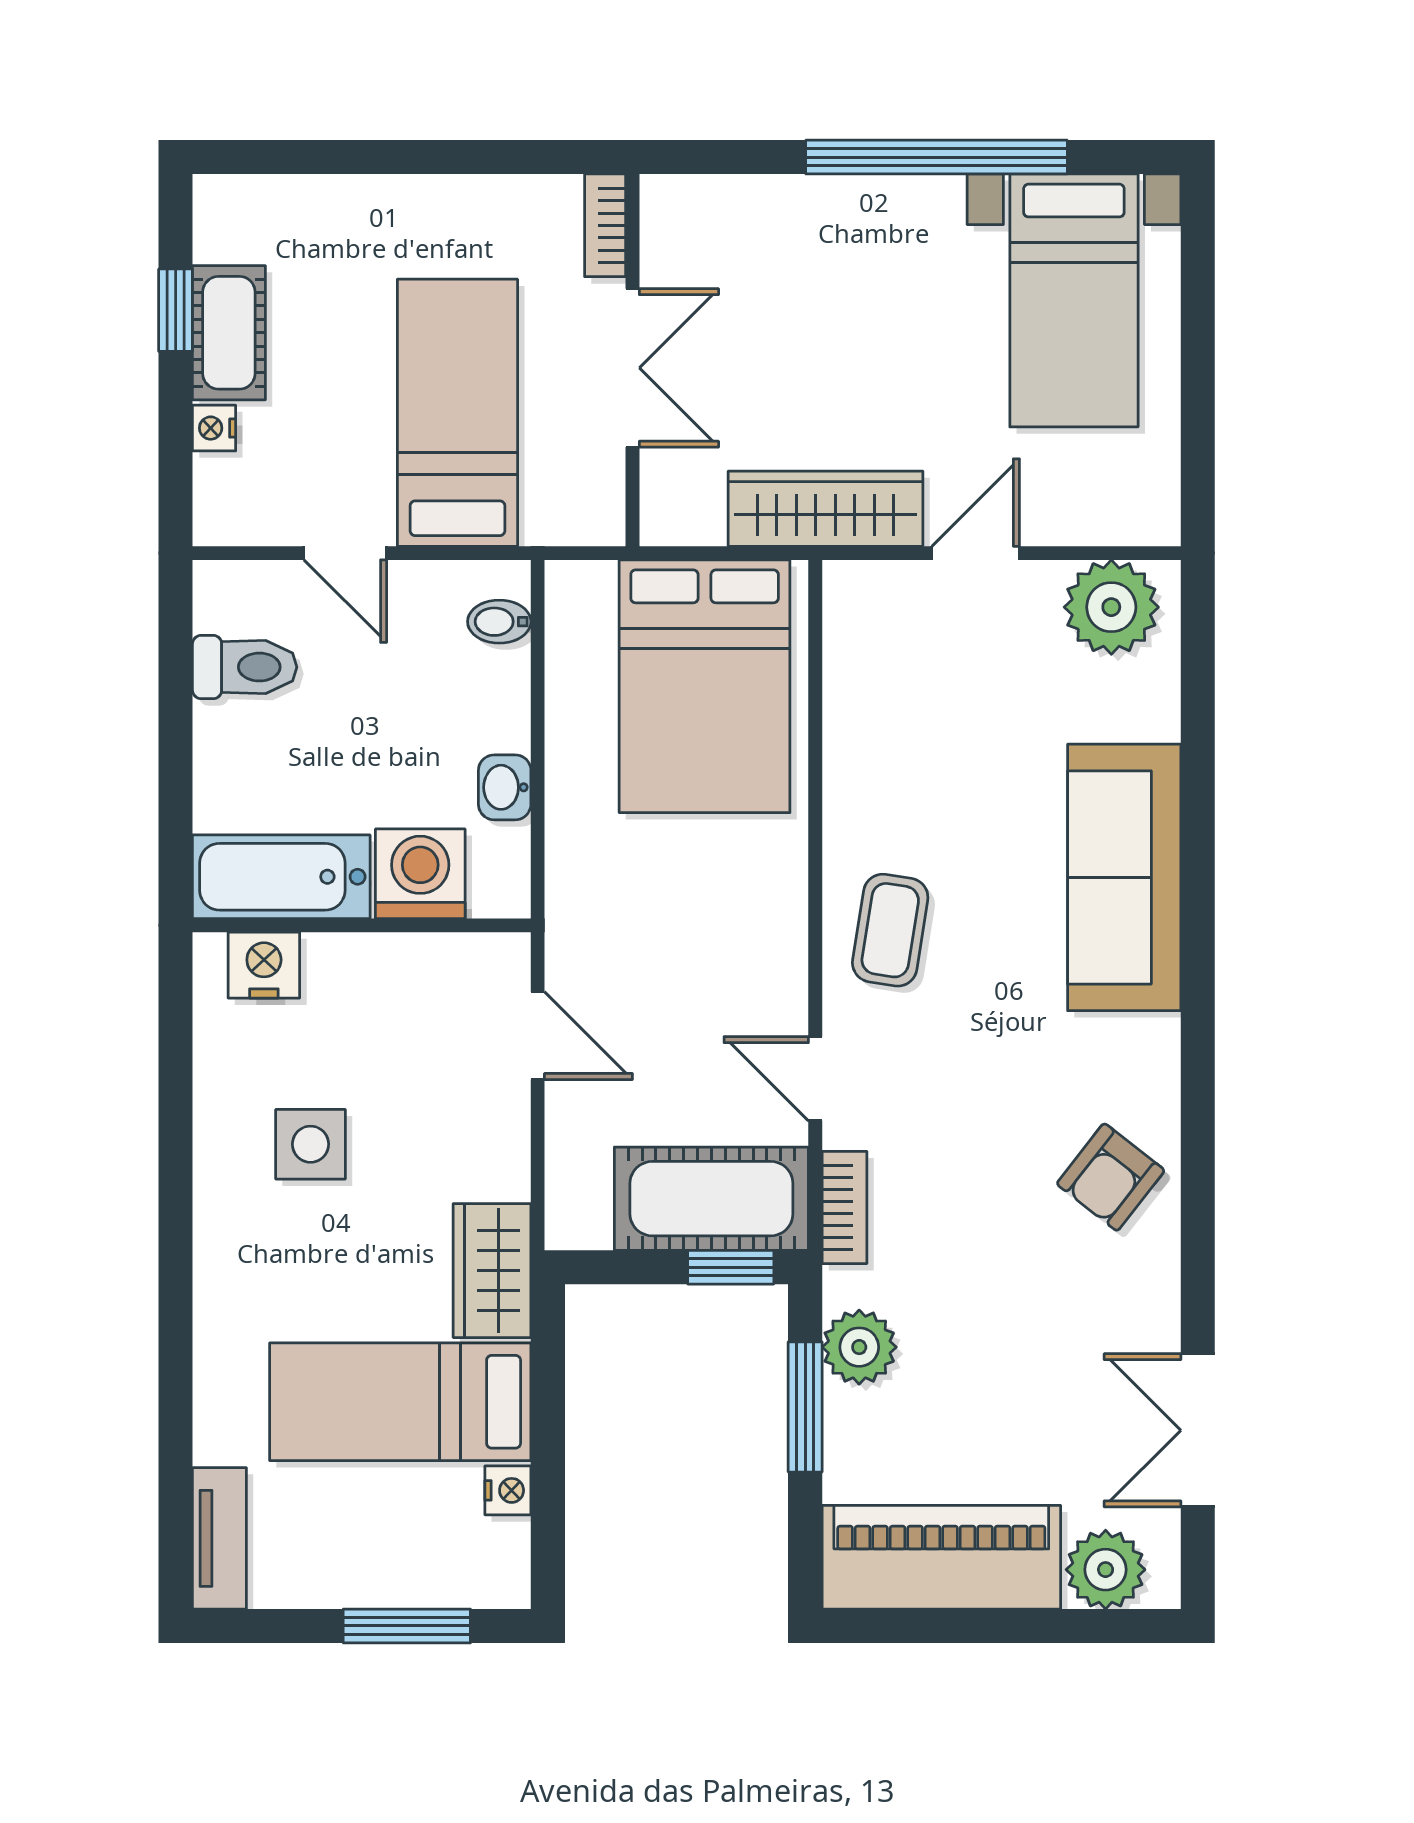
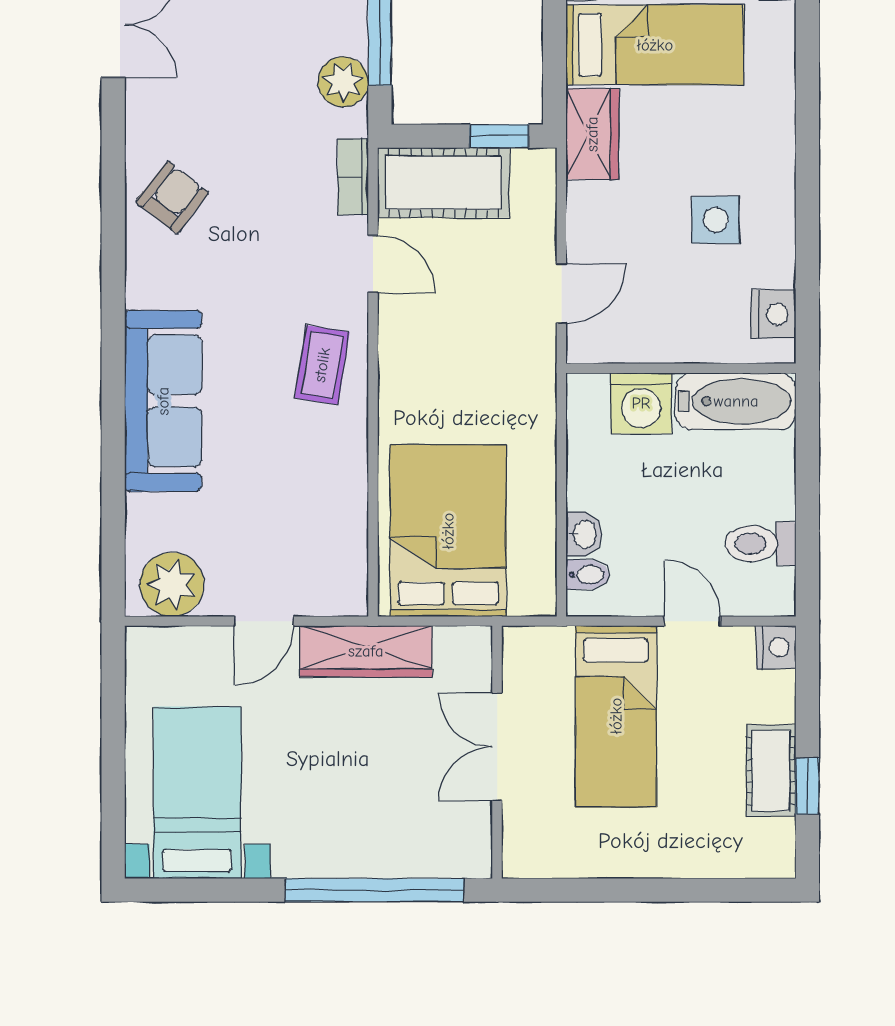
window: (936, 157) -> (375, 890), moved
bookcase: (605, 225) -> (516, 844), removed
nightstand: (214, 428) -> (776, 647), moved, width x1.39, depth x1.35
washbasin: (505, 787) -> (584, 534), moved
nightstand: (264, 965) -> (773, 314), moved, turned -90
door: (538, 1036) -> (561, 293), swing flipped
window: (731, 1267) -> (499, 136), moved

